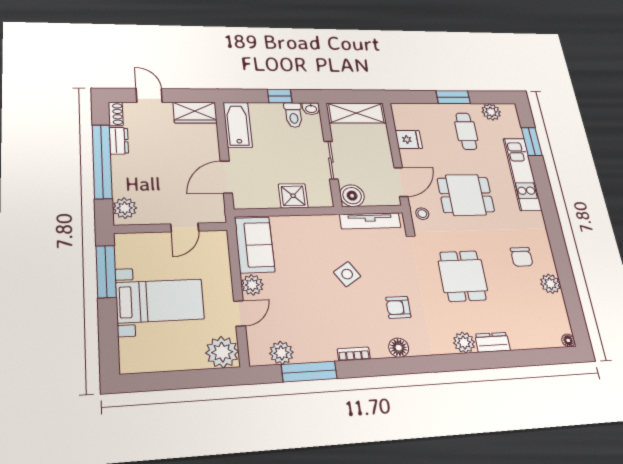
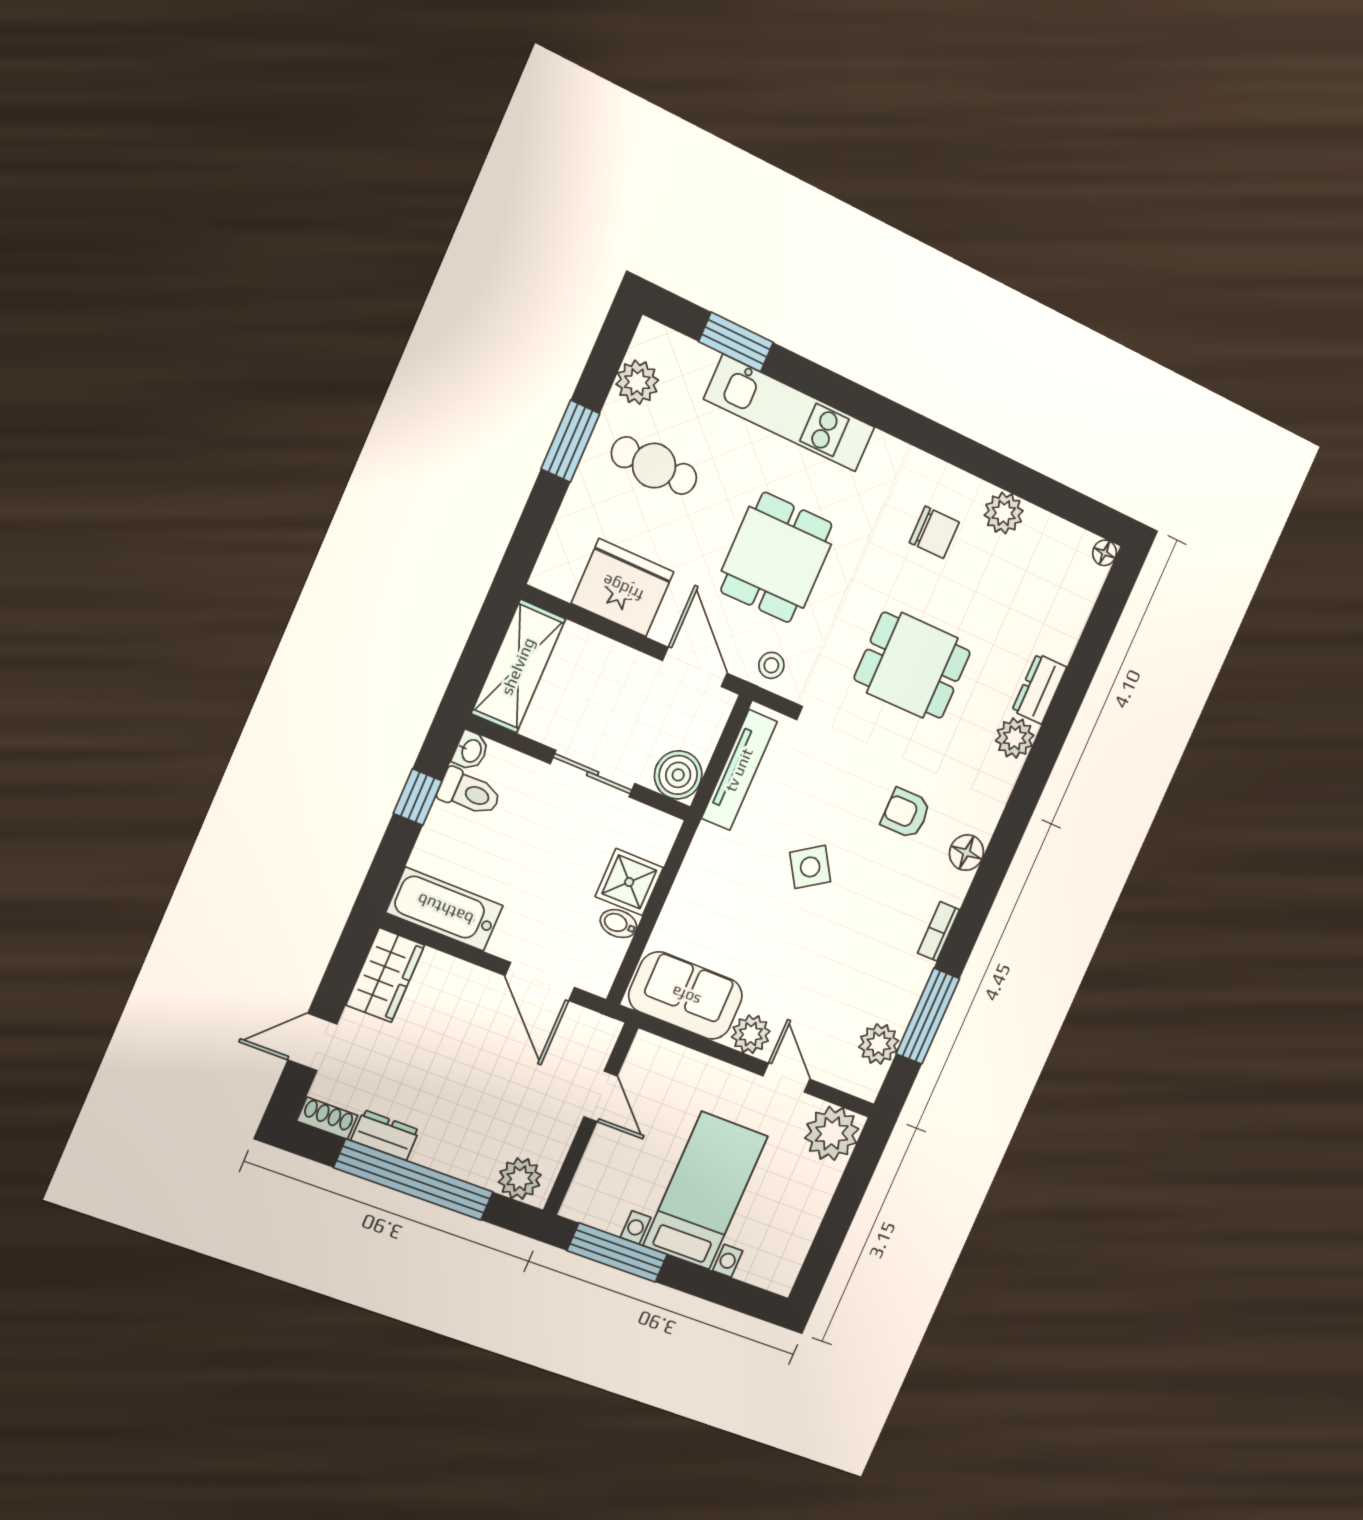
fridge: (409, 139) -> (623, 588), width x1.88, depth x1.34
bidet: (272, 199) -> (618, 924), added
armchair: (398, 307) -> (906, 813), turned 90

